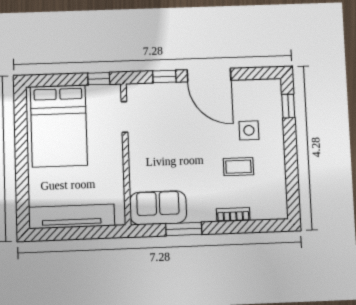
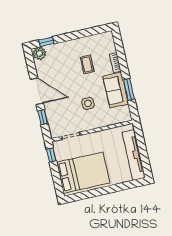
door: (209, 75) -> (37, 91), hinge flipped
plant: (271, 91) -> (40, 53), added
side table: (249, 130) -> (88, 103), moved
sofa: (158, 208) -> (116, 90), moved

